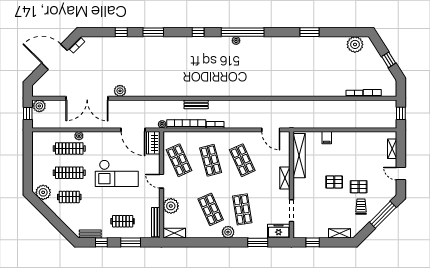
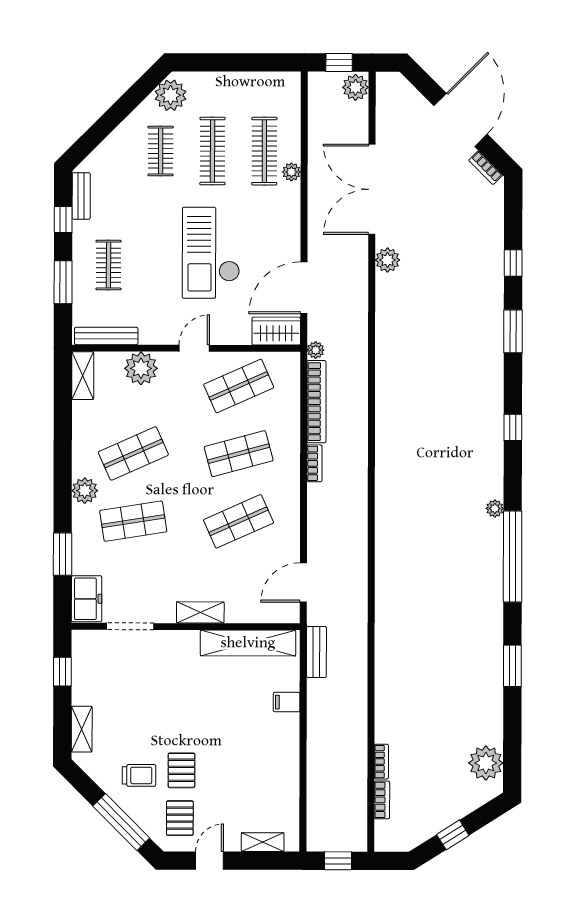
window: (243, 32) -> (513, 556), moved
bench: (196, 104) -> (316, 652), moved
pallet: (334, 182) -> (180, 818), moved

